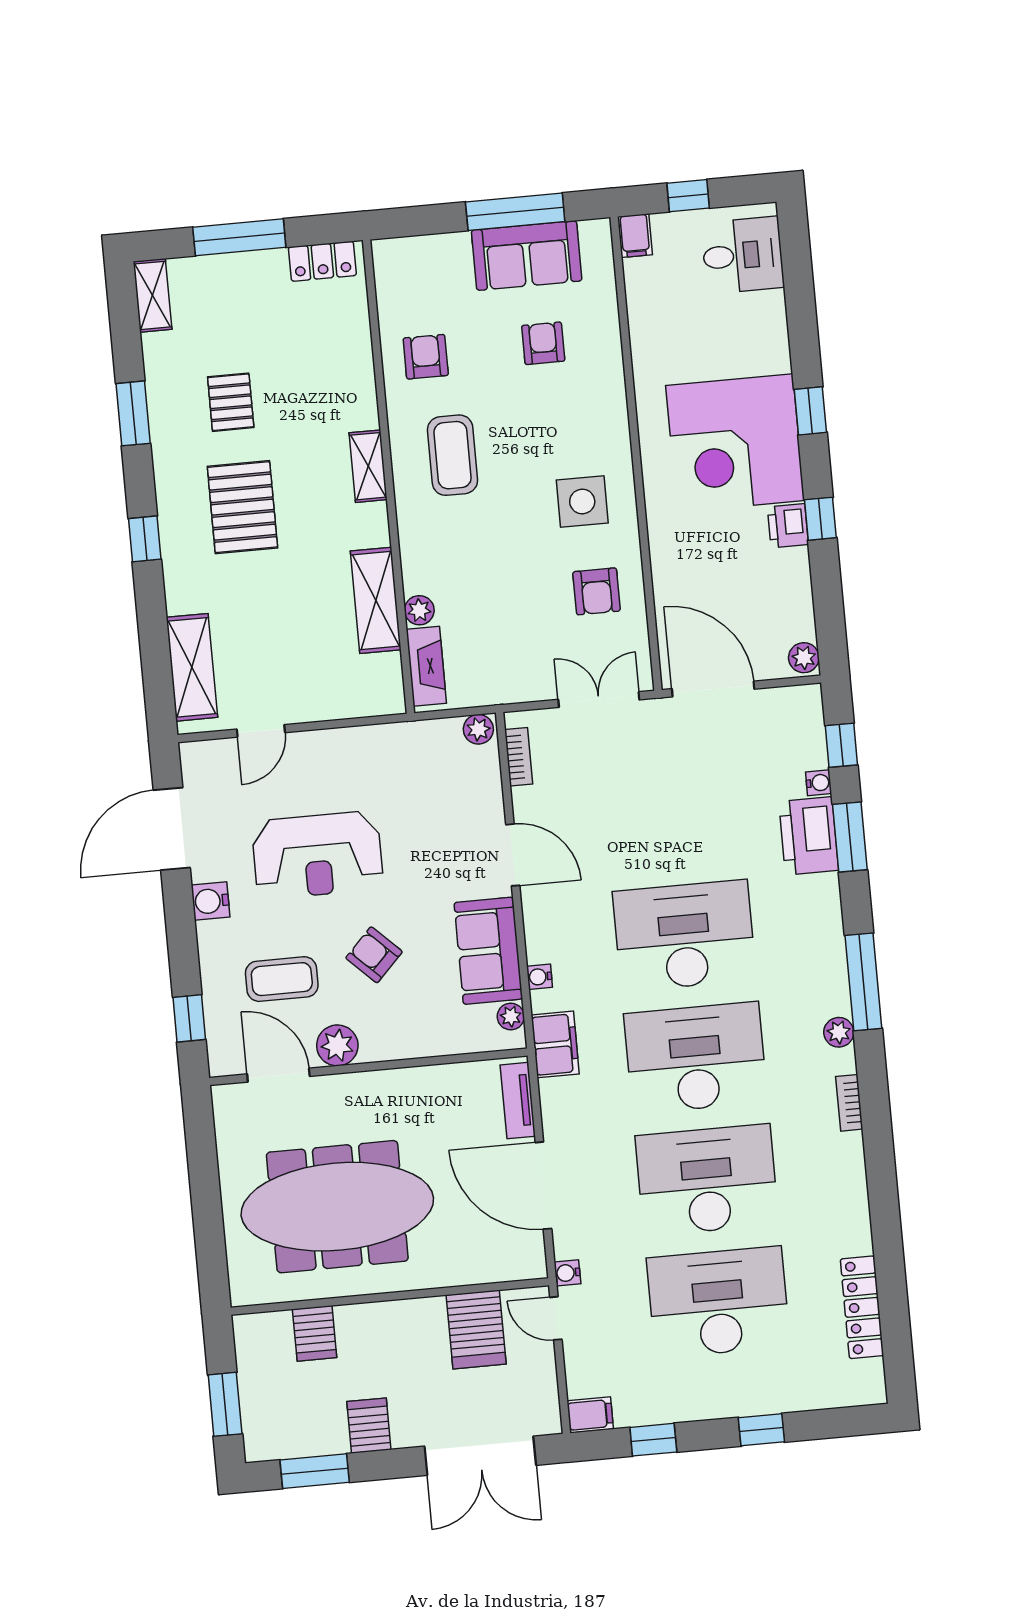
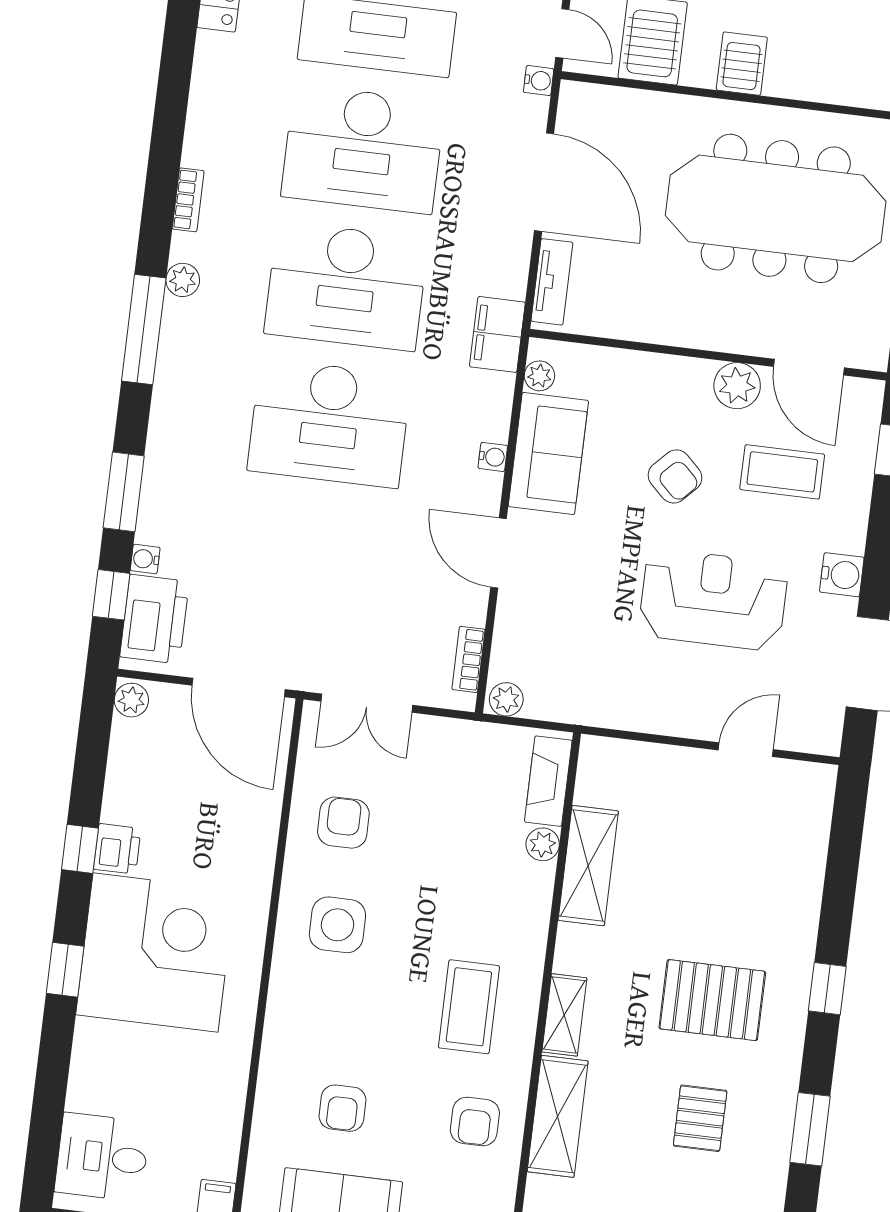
pallet: (242, 507) -> (712, 1000), turned 90
shelving: (192, 667) -> (558, 1116), moved
printer: (809, 836) -> (154, 619), moved
water cooler: (540, 977) -> (493, 457), moved
server rack: (315, 1333) -> (742, 64), moved

